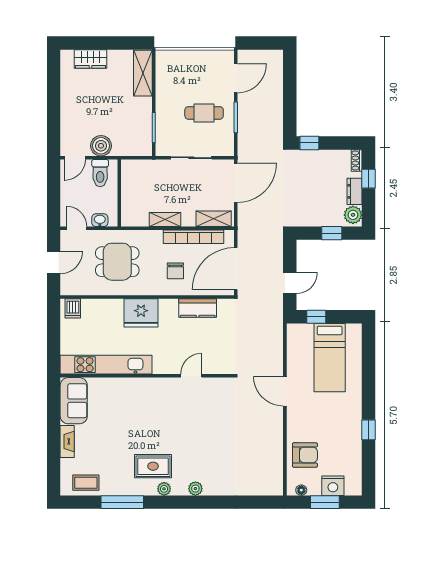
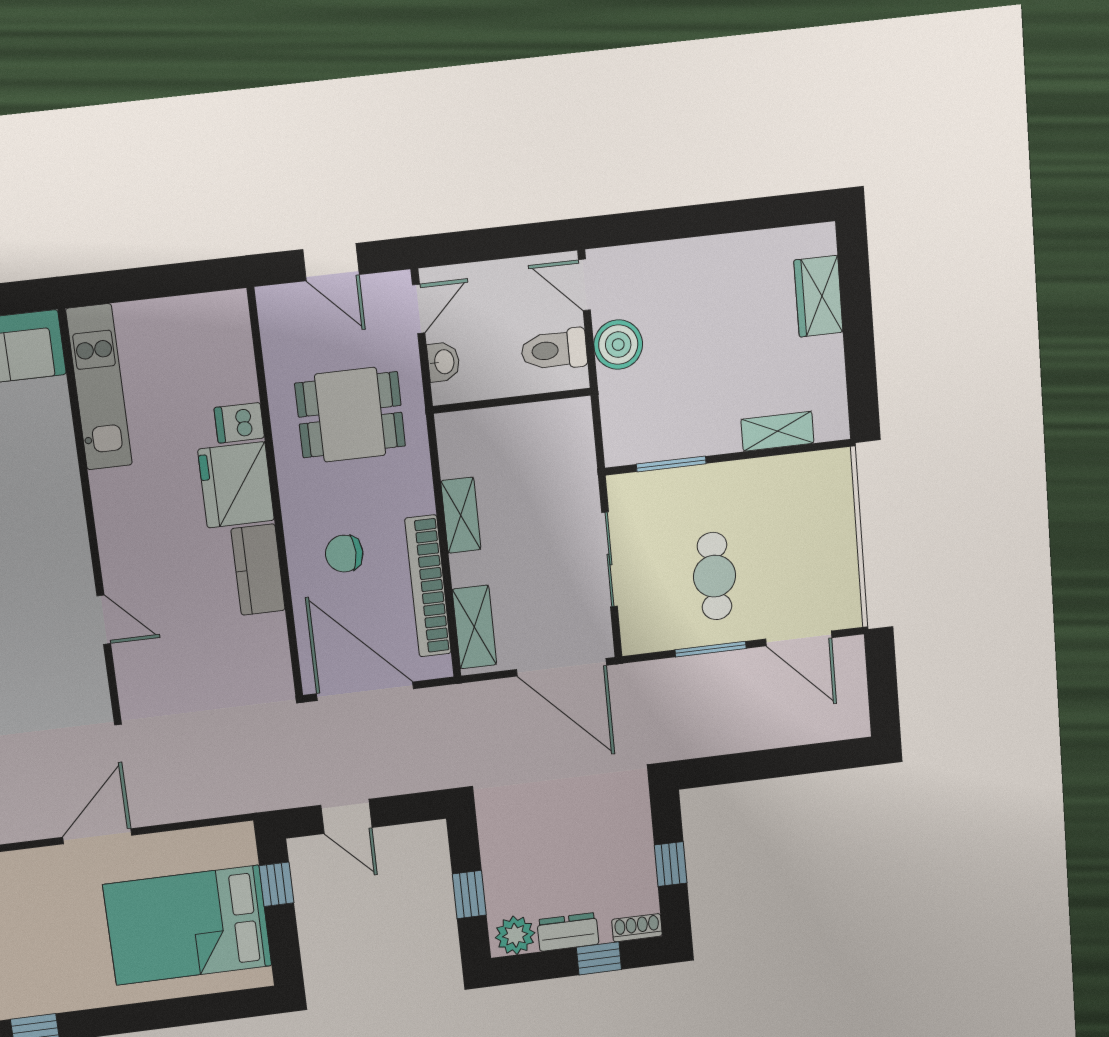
shelving: (143, 73) -> (777, 431), width x0.67, depth x0.75
window: (309, 143) -> (671, 864), moved
dining table: (117, 262) -> (350, 415), turned 90
dishwasher: (73, 308) -> (239, 423), moved
kitchen counter: (198, 308) -> (258, 570), moved
bed: (330, 358) -> (188, 925), width x1.50
kitchen unit: (106, 365) -> (99, 387), width x0.73

